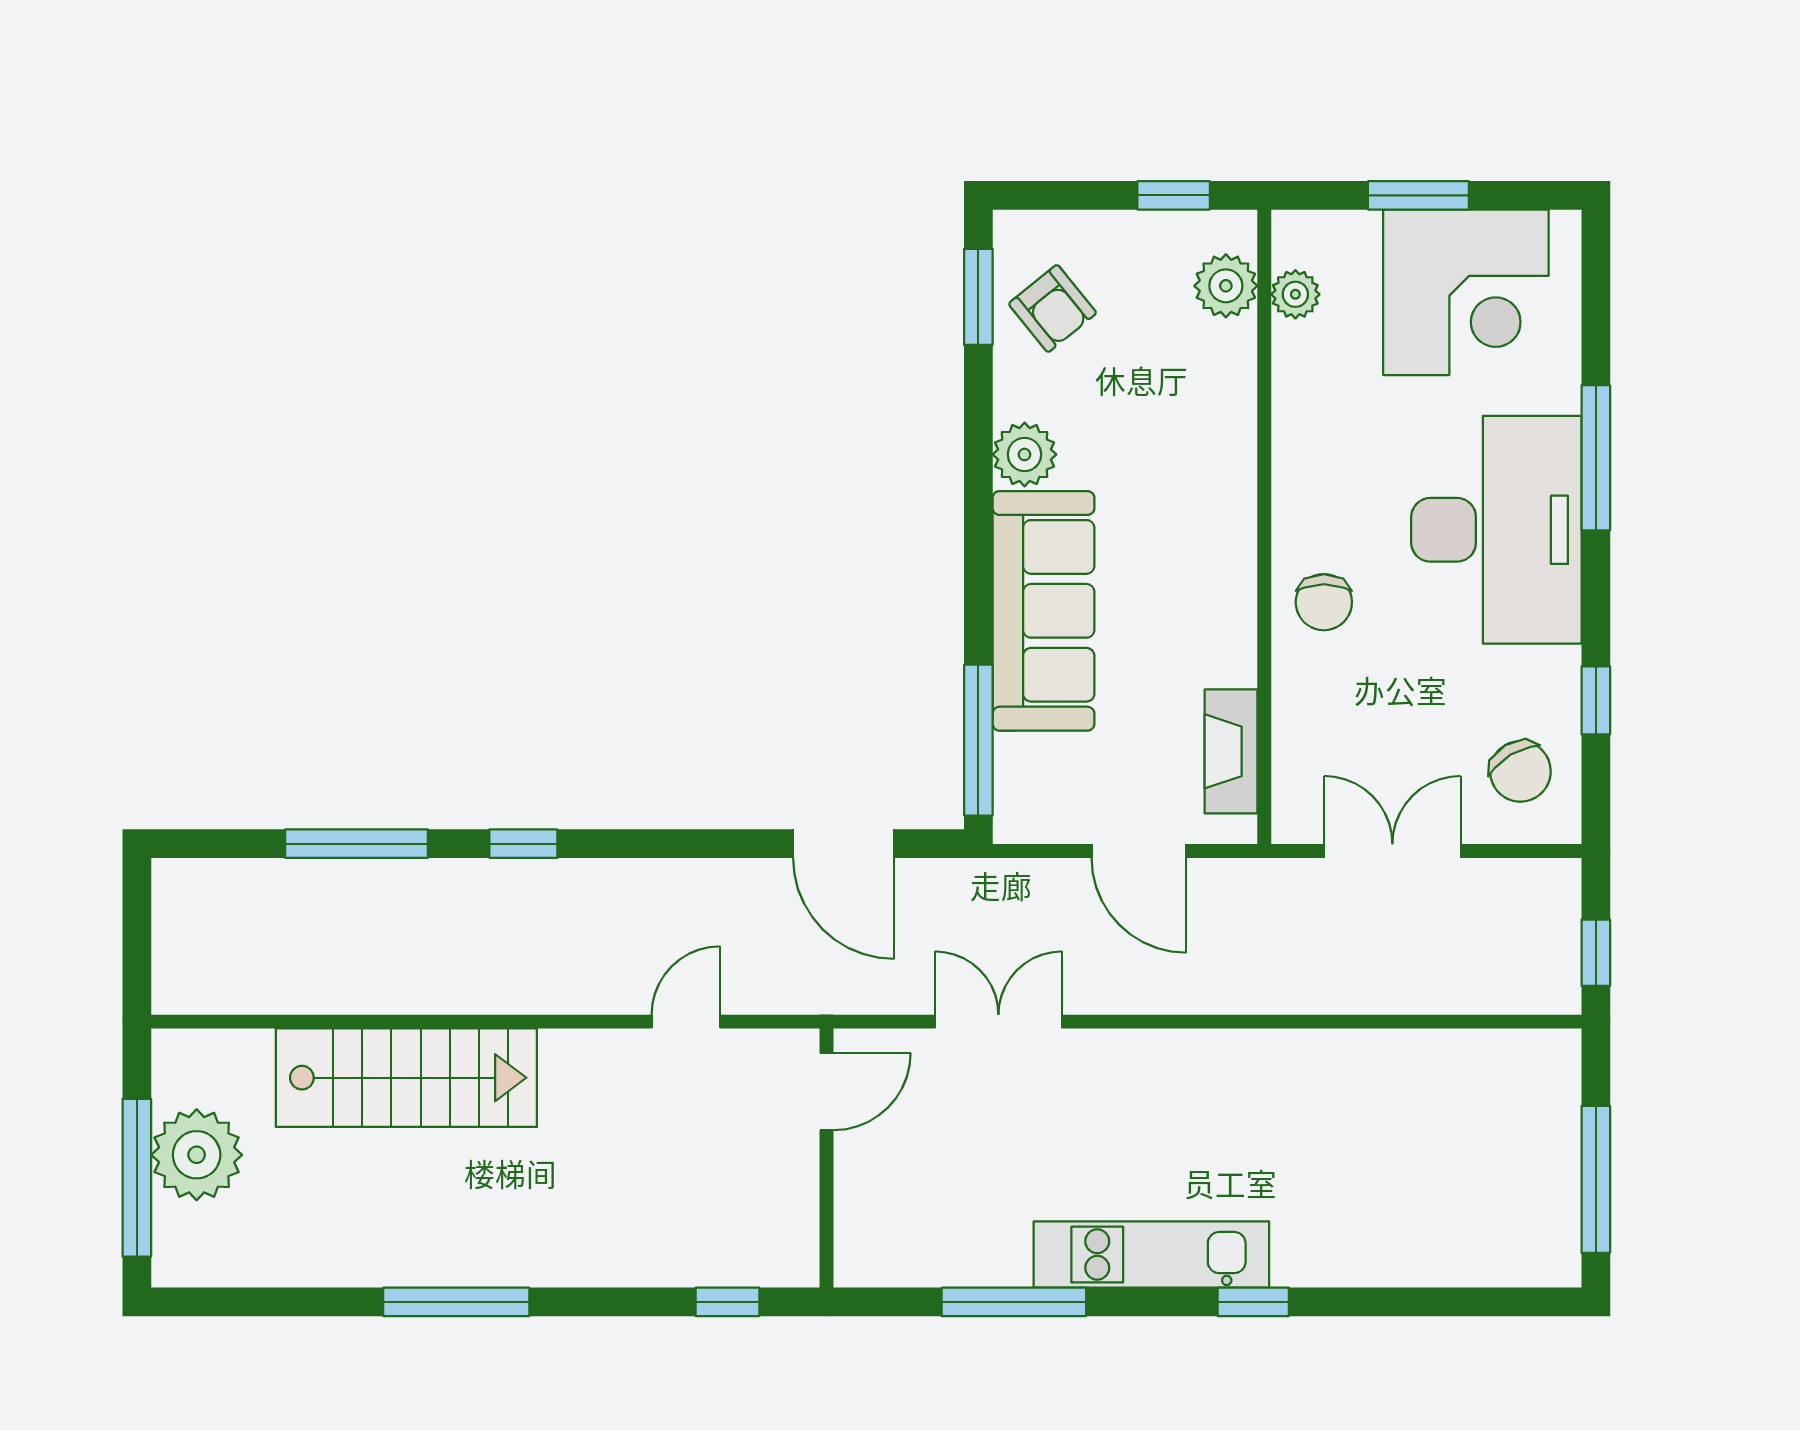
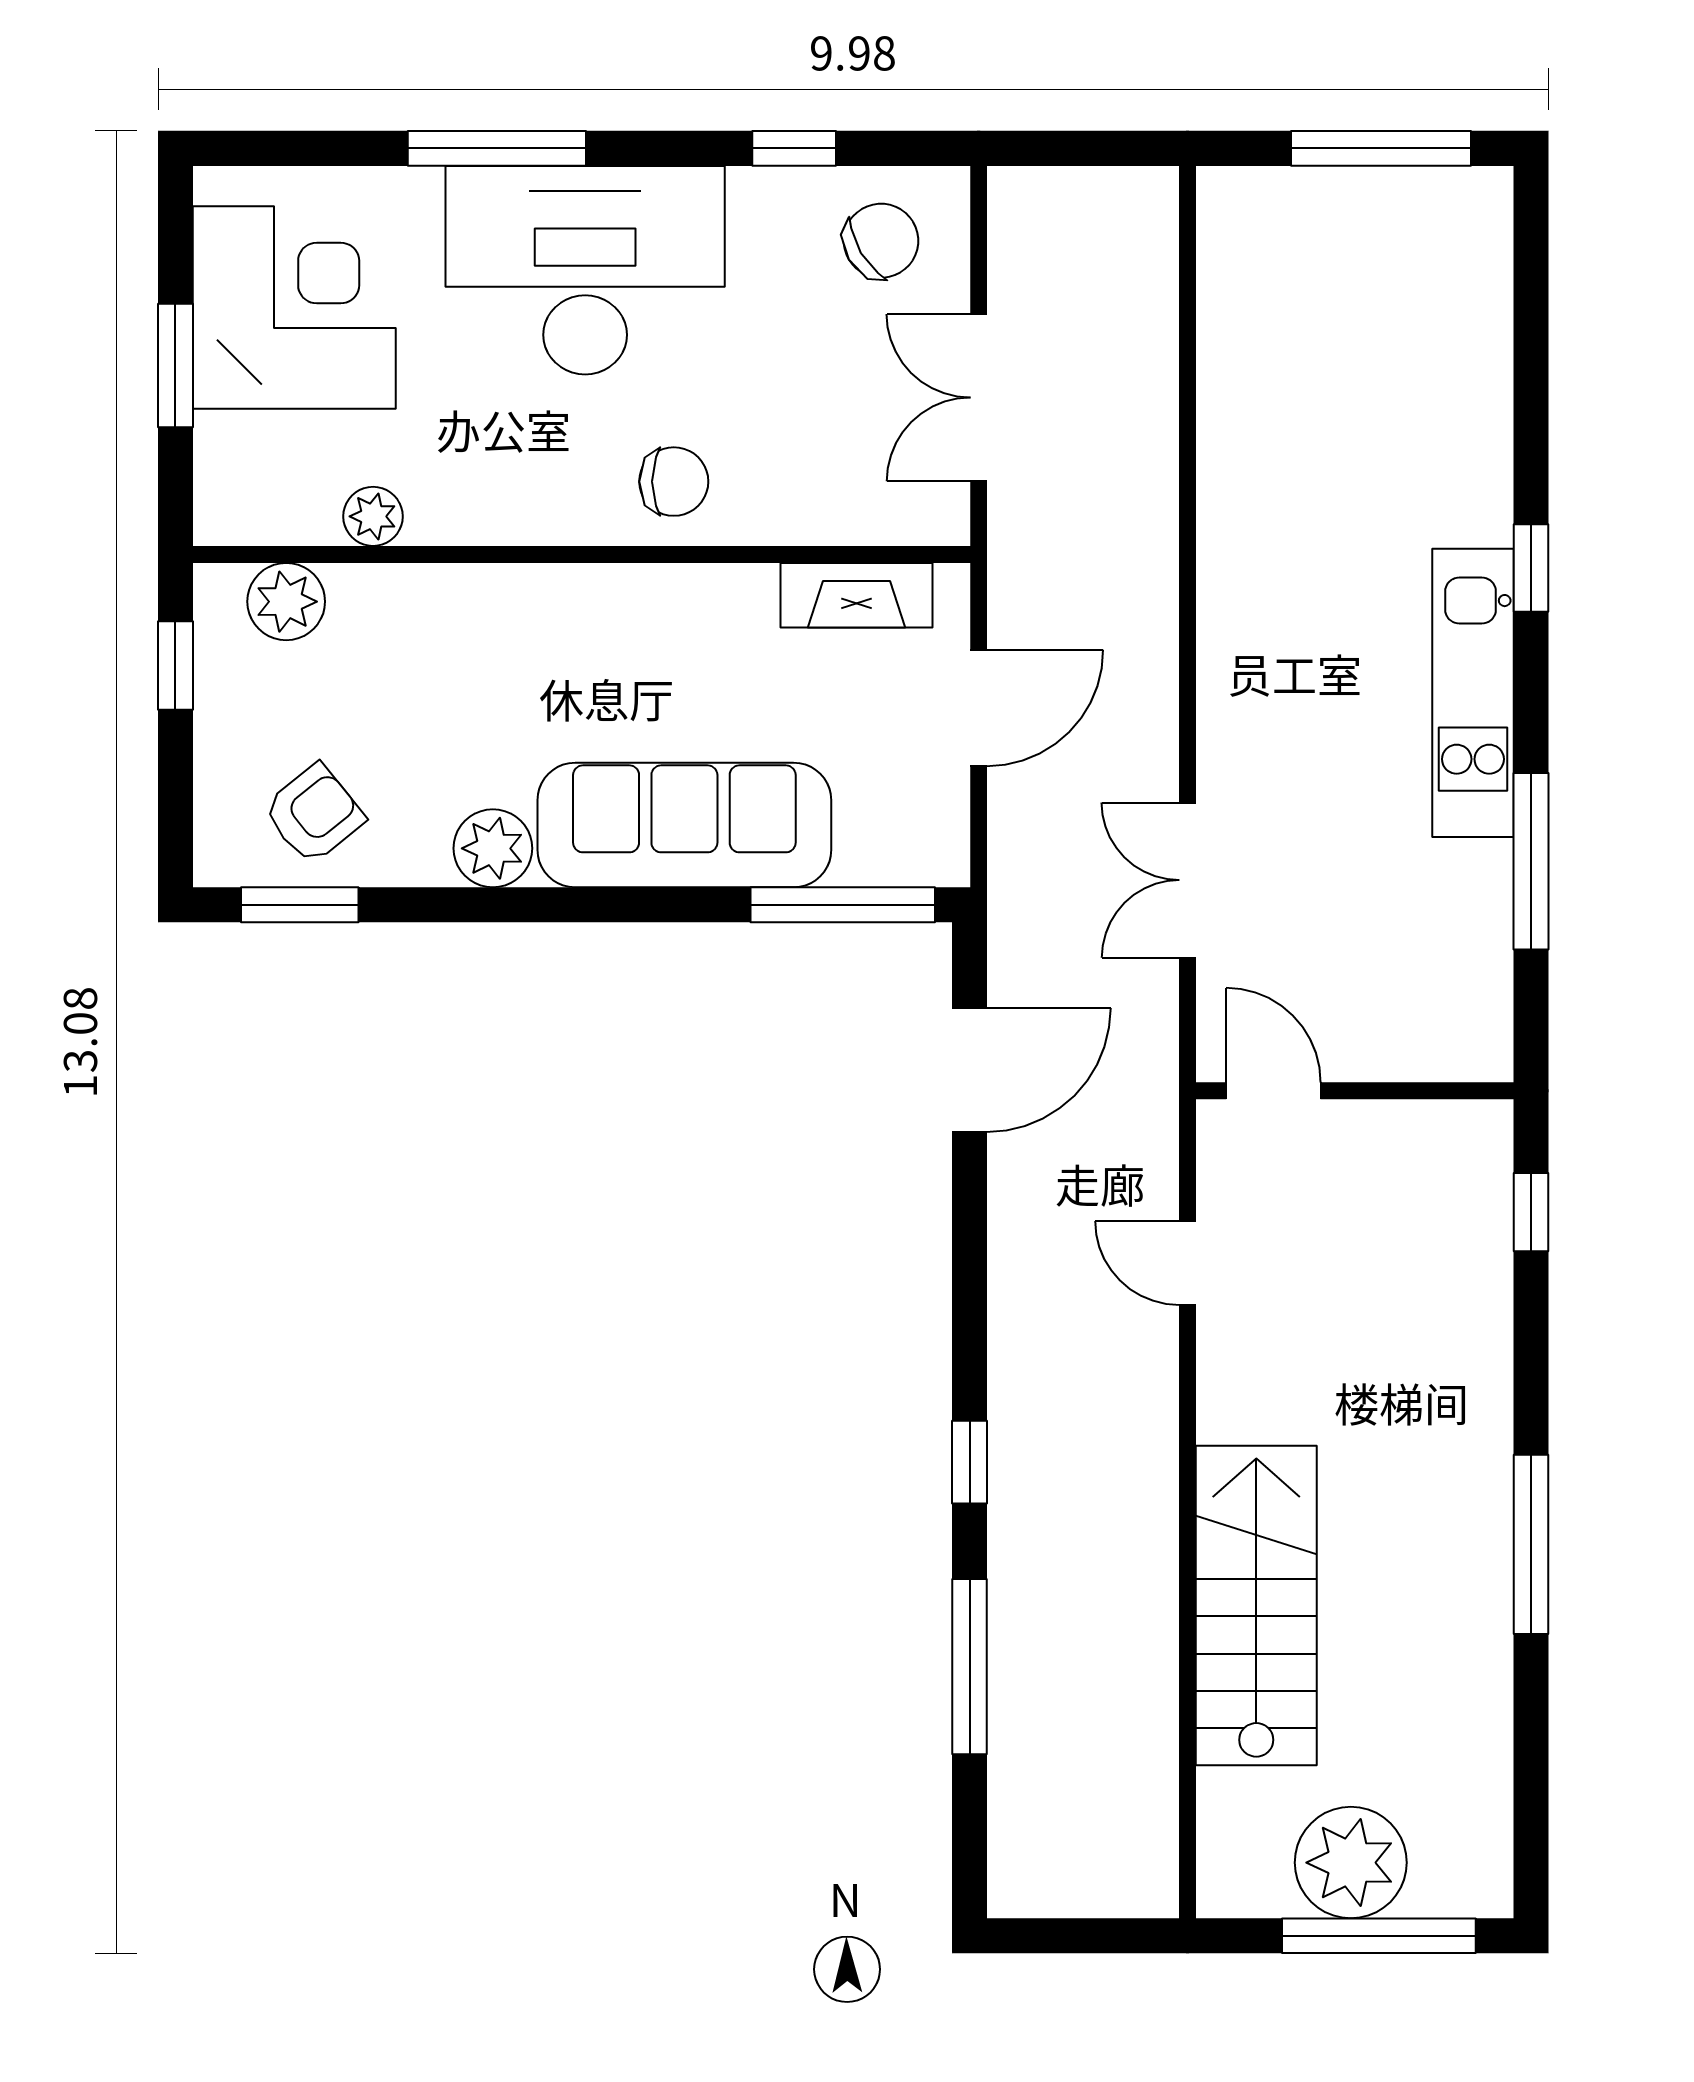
plant: (1295, 294) -> (373, 516), moved
window: (1596, 953) -> (1103, 148), removed

